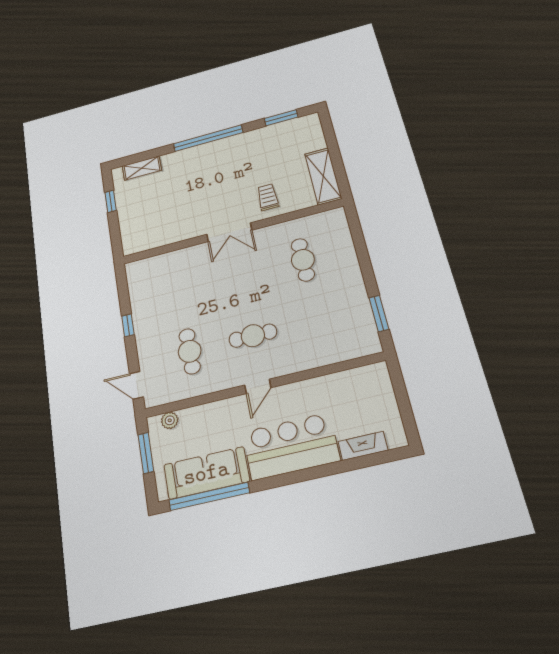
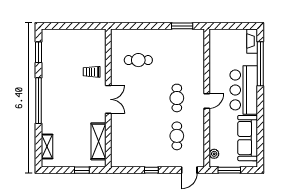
shelving: (323, 176) -> (99, 141), moved, turned 90
window: (111, 201) -> (82, 170), moved
cafe table: (190, 351) -> (177, 136), turned 90
door: (258, 386) -> (207, 101), hinge flipped
fireplace: (363, 446) -> (252, 41), moved
window: (209, 496) -> (260, 64), moved

